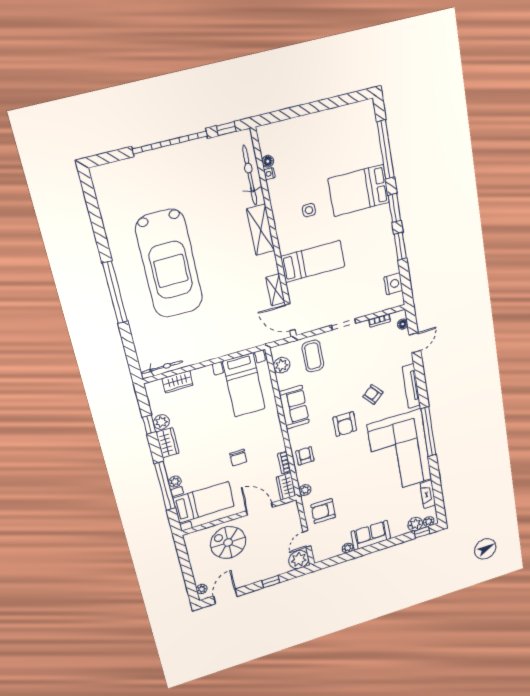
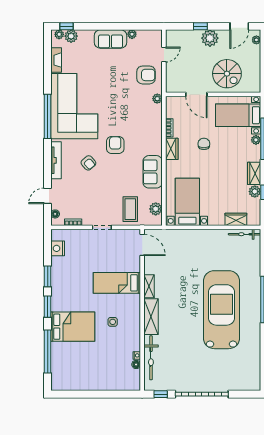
shelving: (275, 290) -> (149, 286), moved
armchair: (305, 456) -> (152, 128), removed
wardrobe: (286, 486) -> (172, 149), moved
plant: (299, 560) -> (210, 38), moved

